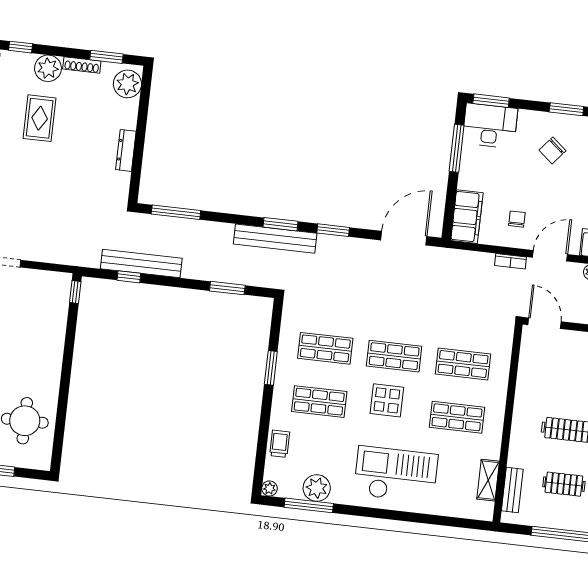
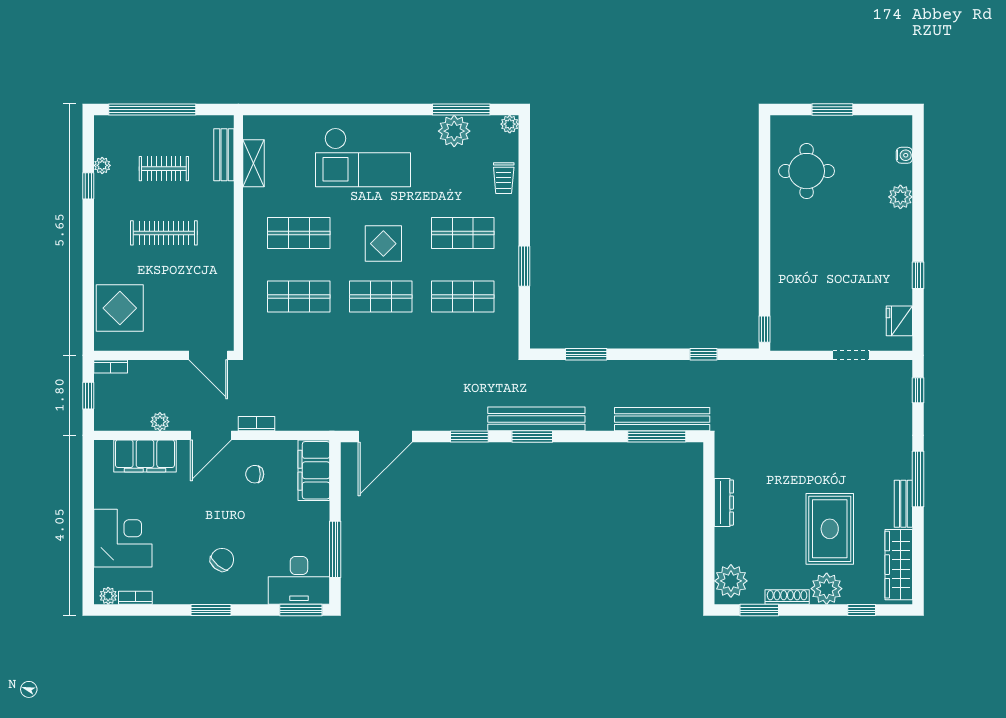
rug: (40, 118) -> (830, 529), width x1.36, depth x1.43
chair: (517, 219) -> (255, 474), turned 90
bench: (141, 263) -> (662, 419), moved

